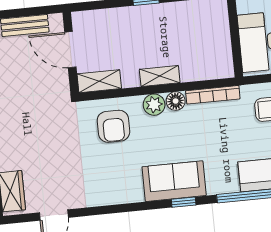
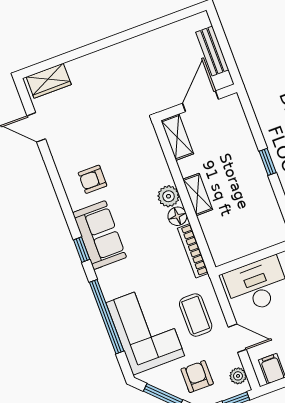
armchair: (113, 126) -> (93, 179), moved, width x0.72, depth x0.72

